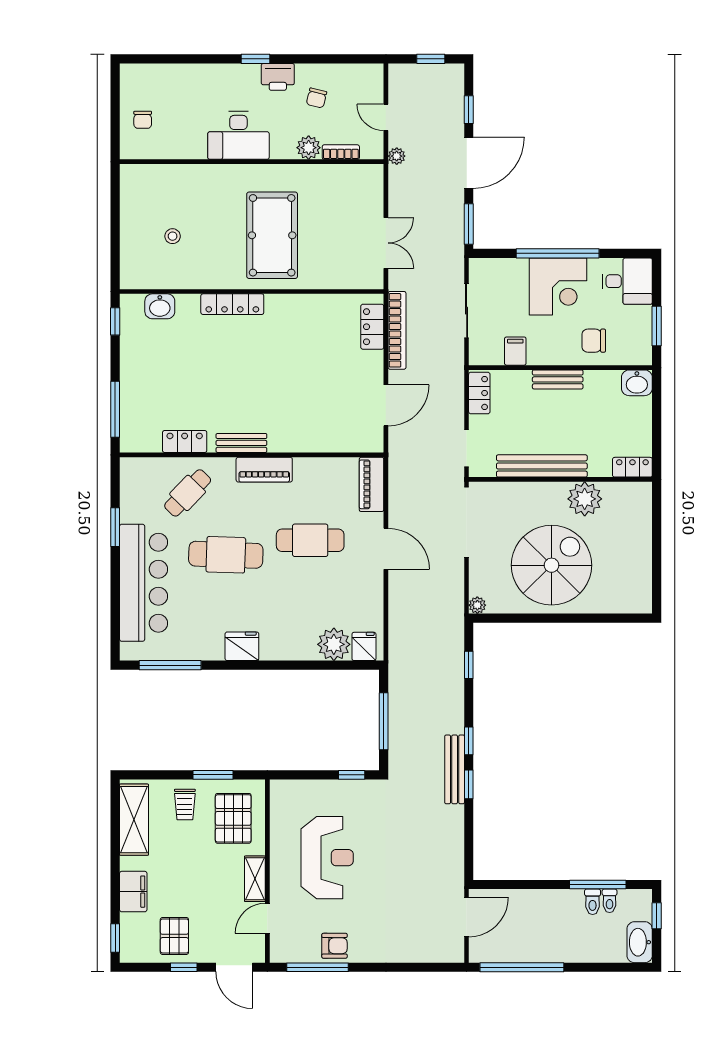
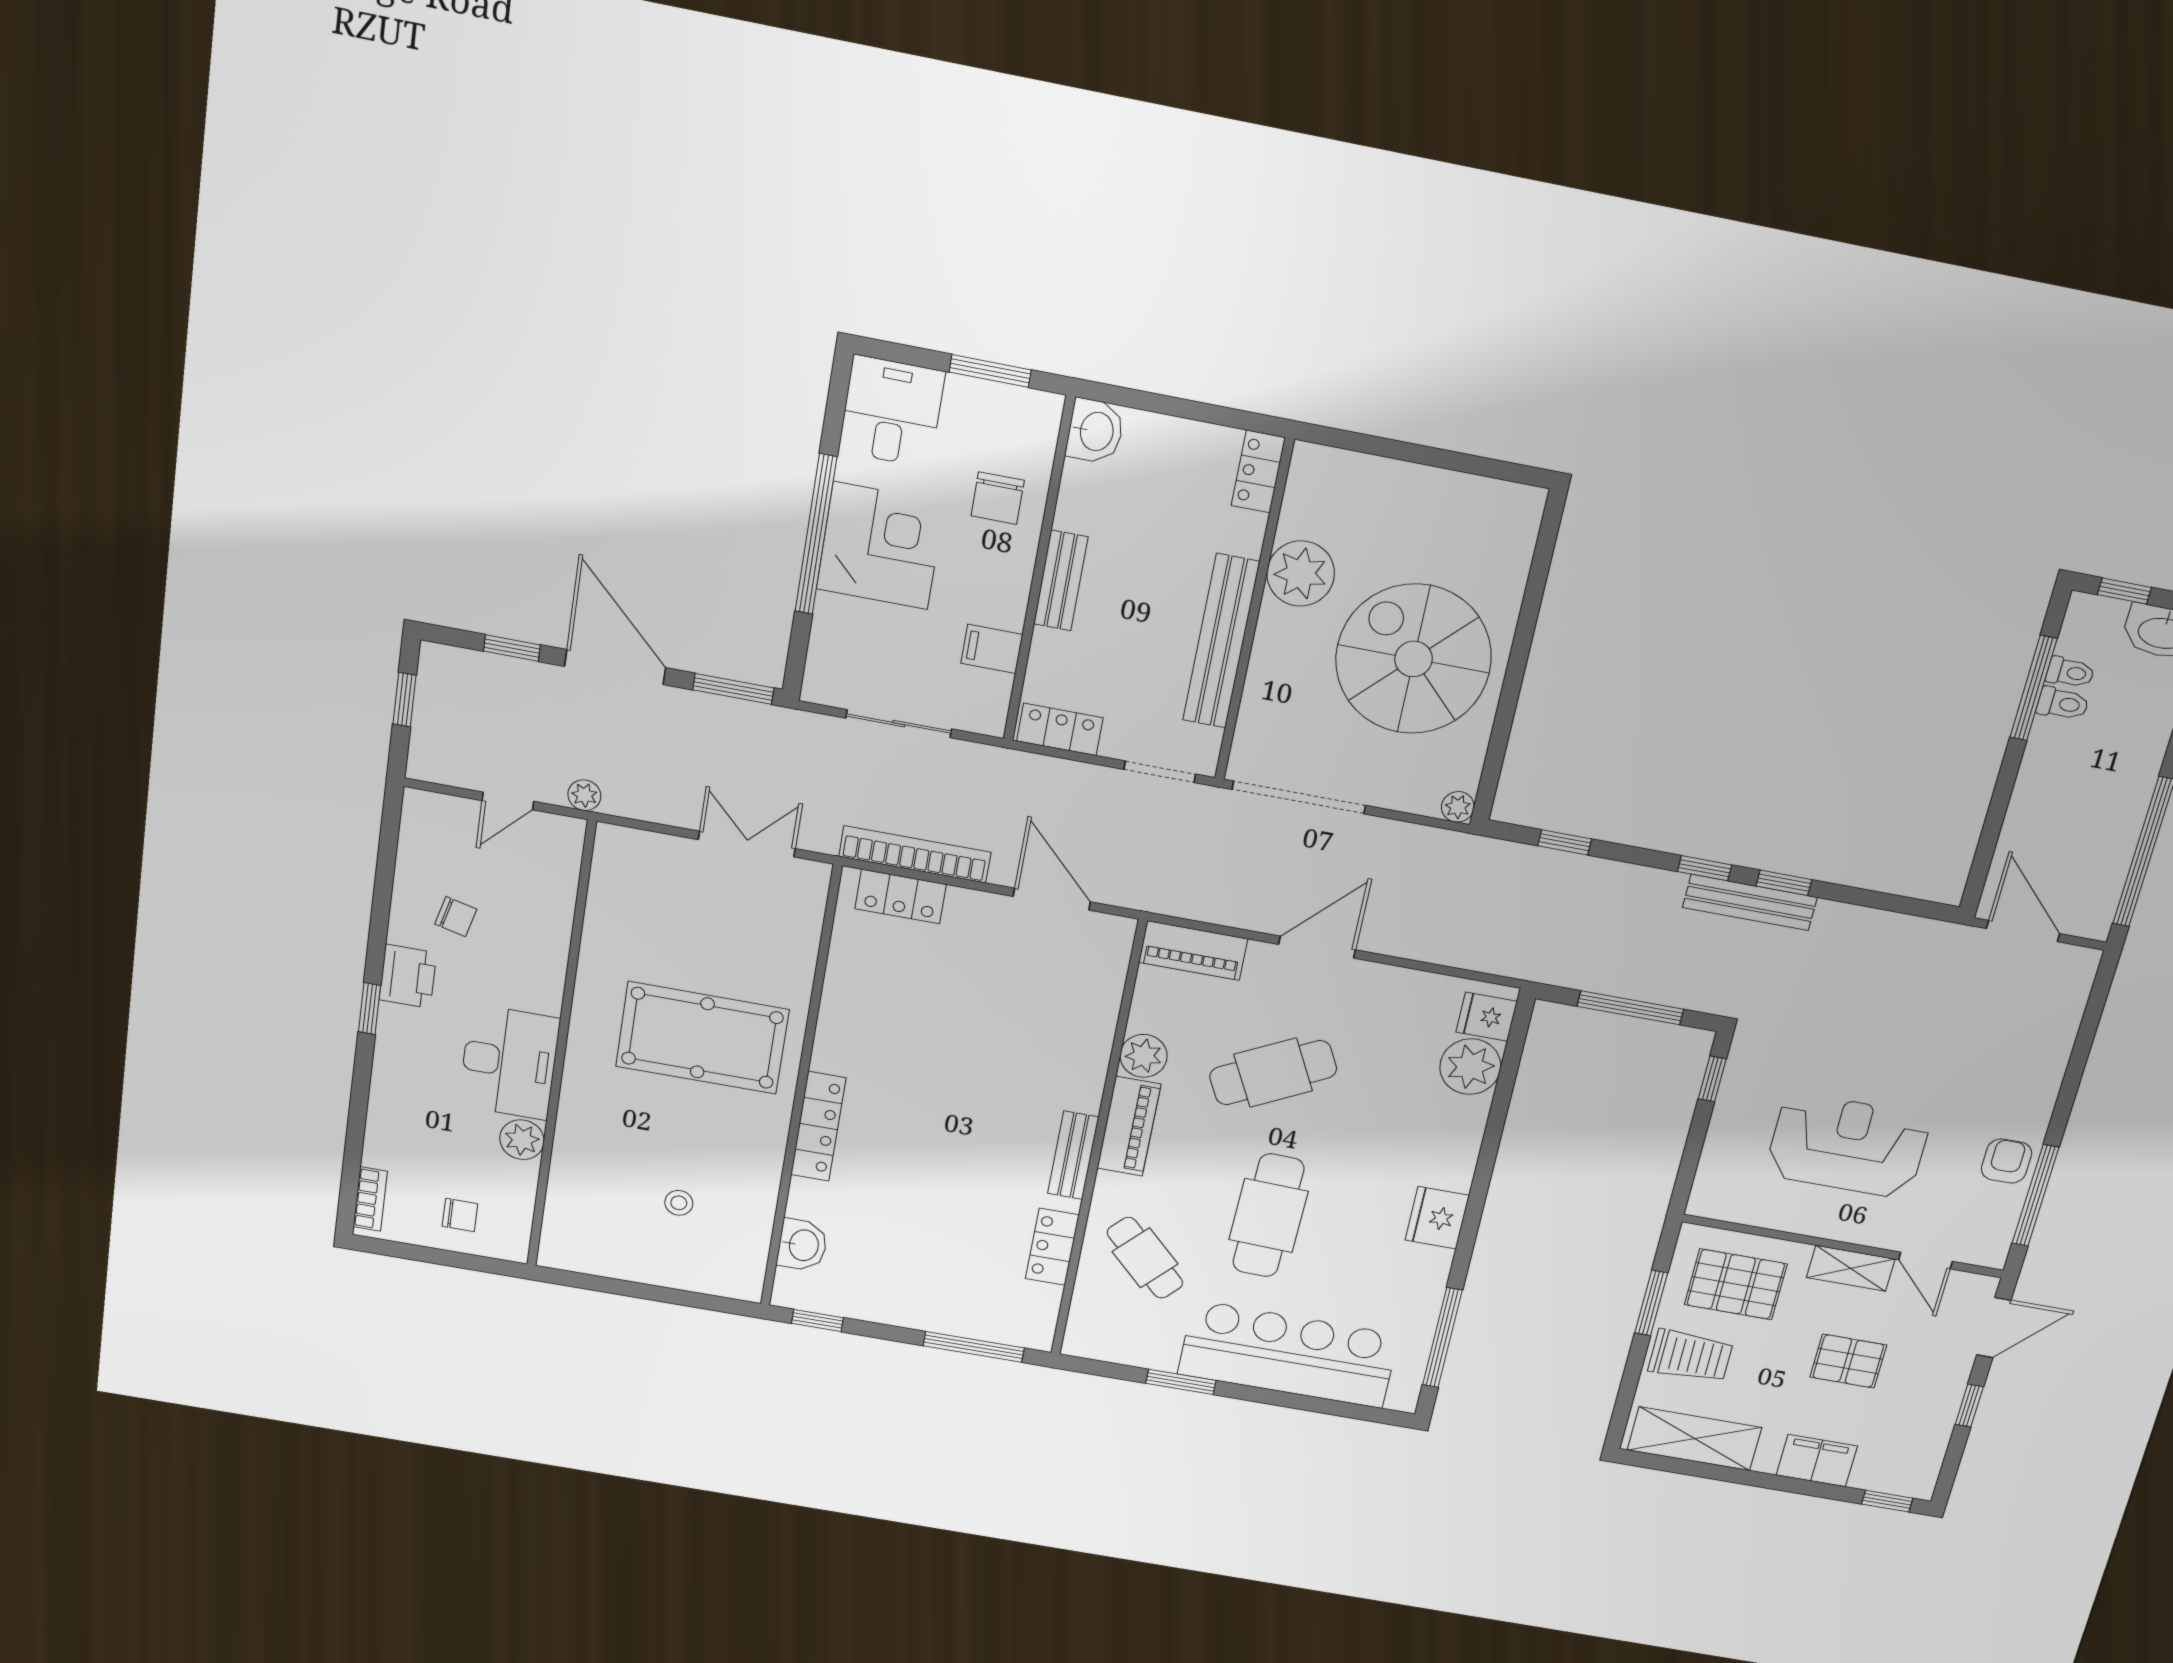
plant: (309, 148) -> (522, 1140), moved
bookcase: (341, 152) -> (370, 1199), moved, turned 180
plant: (307, 470) -> (1144, 1056), added
cafe table: (310, 540) -> (1273, 1073), turned 63
trolley: (185, 805) -> (1690, 1356), width x1.36, depth x1.39
pallet: (174, 936) -> (1848, 1361), moved

